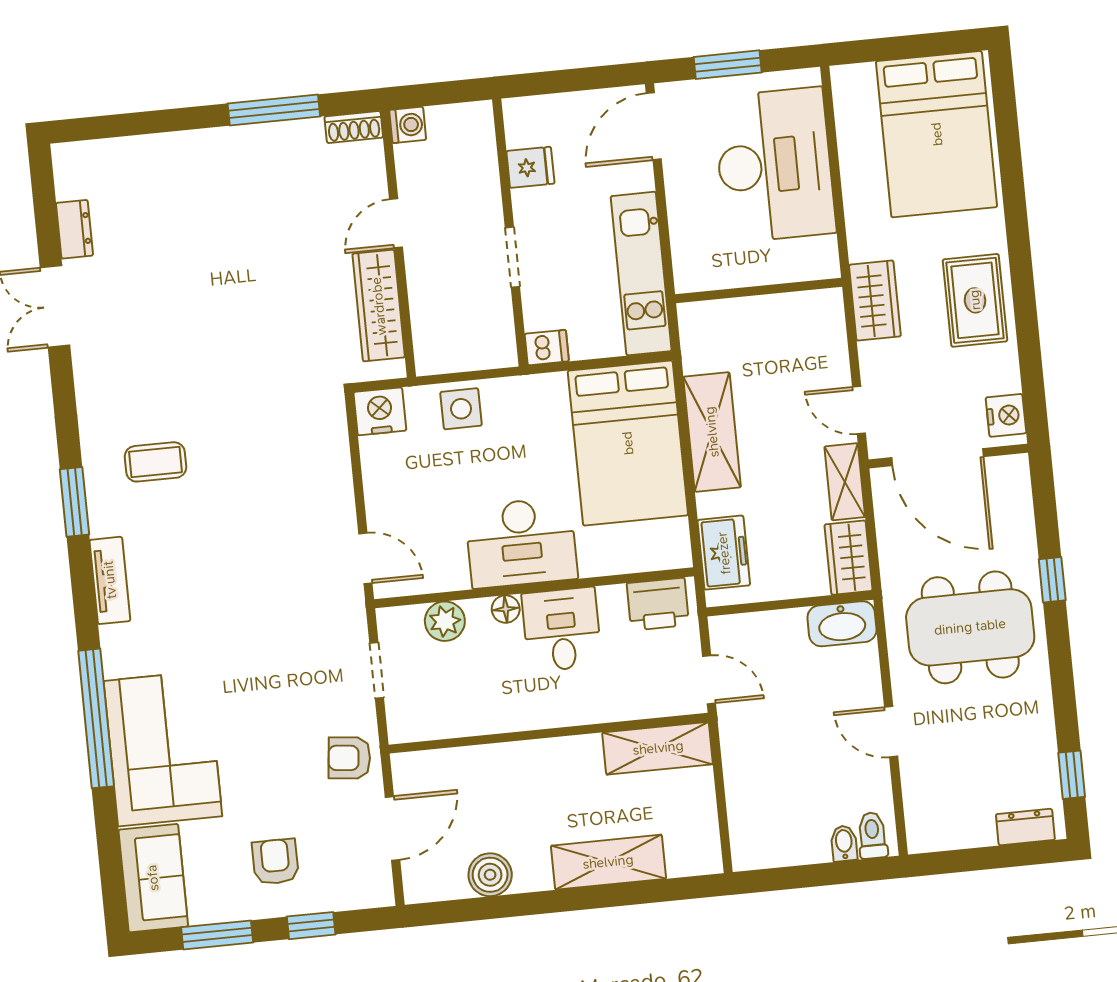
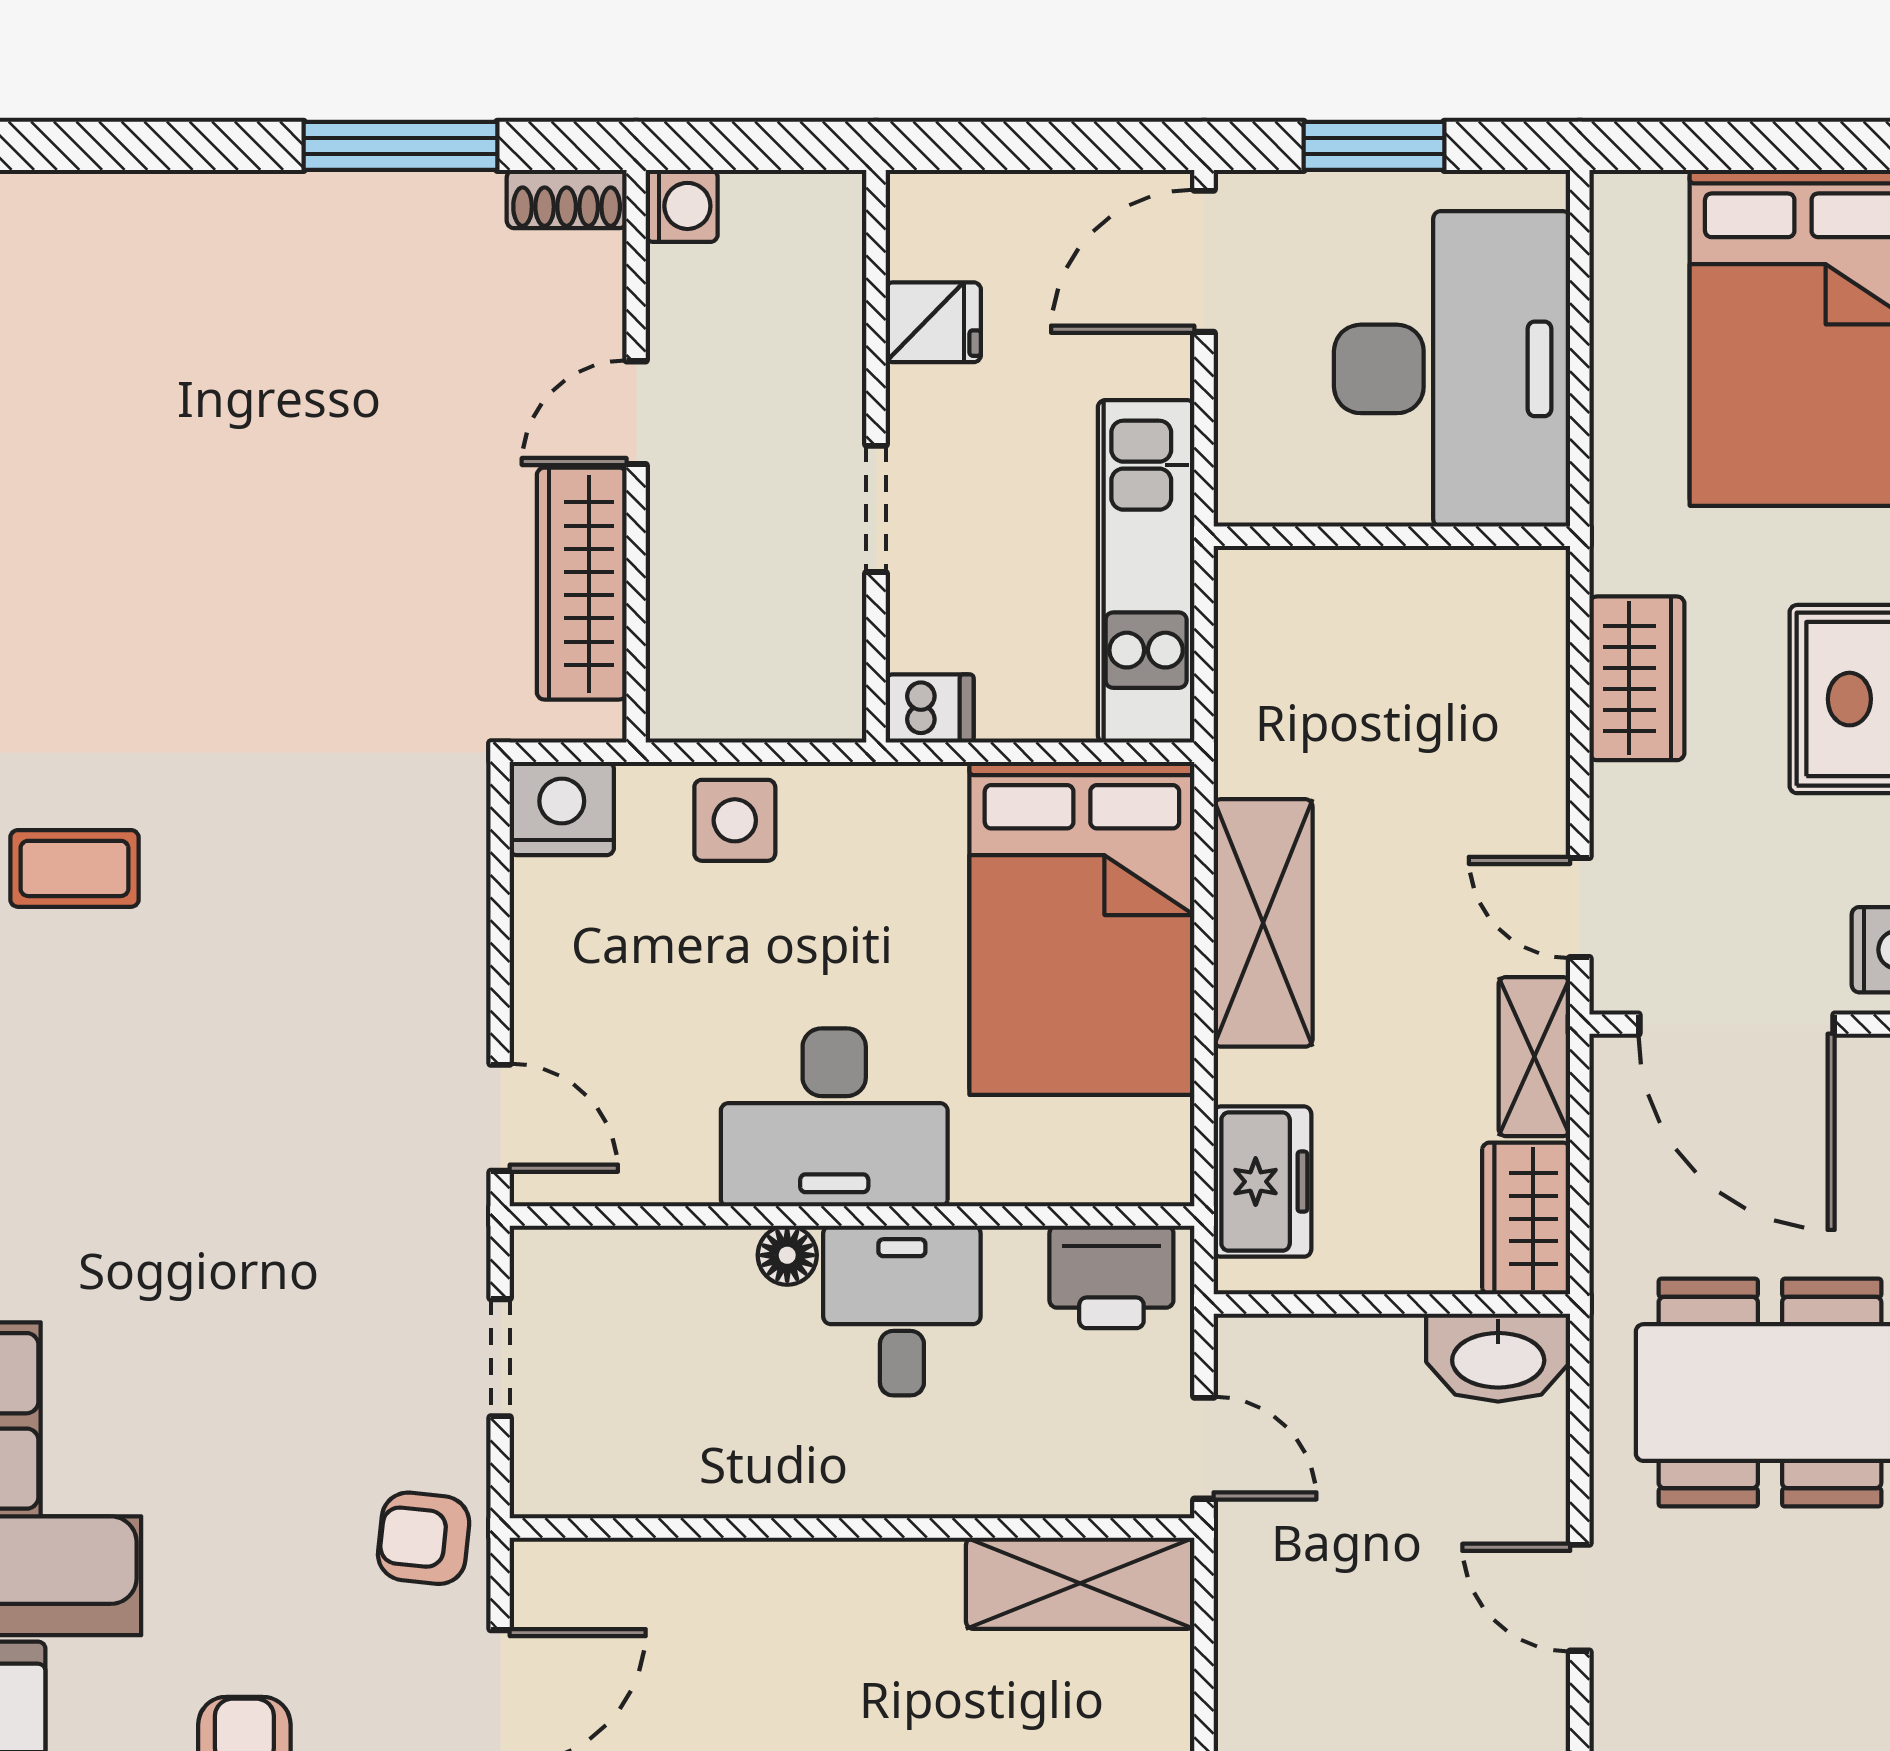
wall: (759, 291) -> (1392, 536), moved
plant: (445, 621) -> (655, 1268), removed

